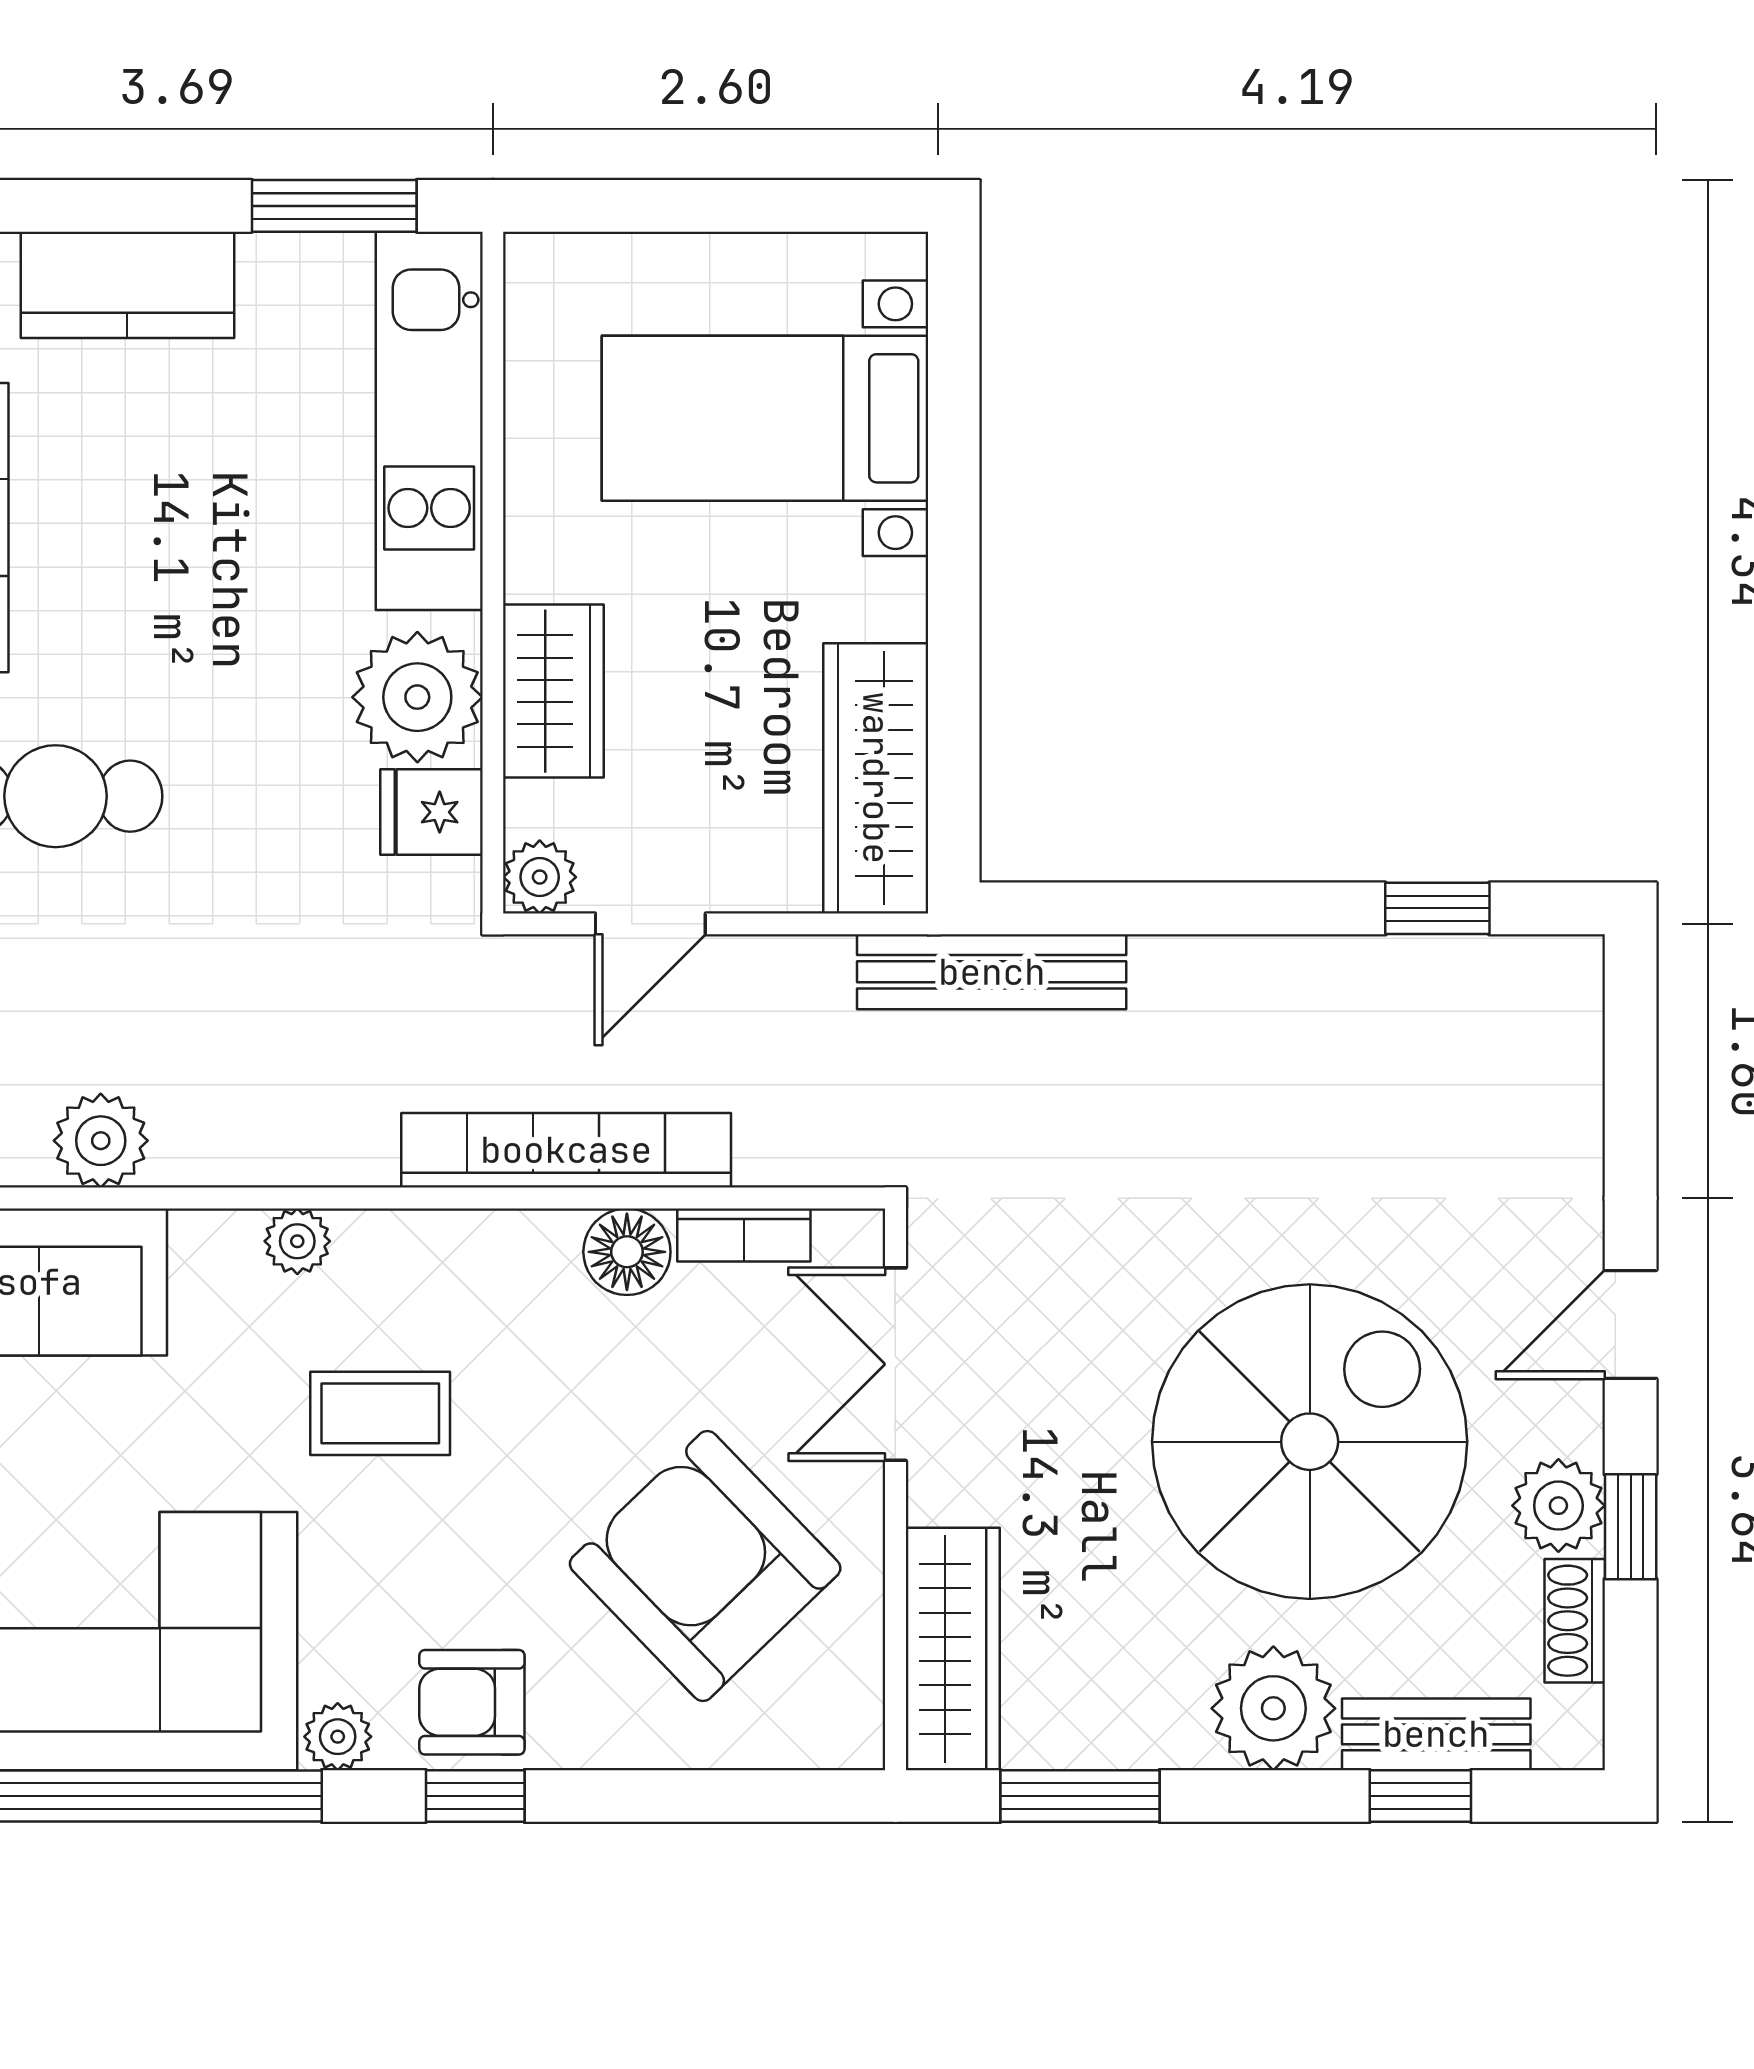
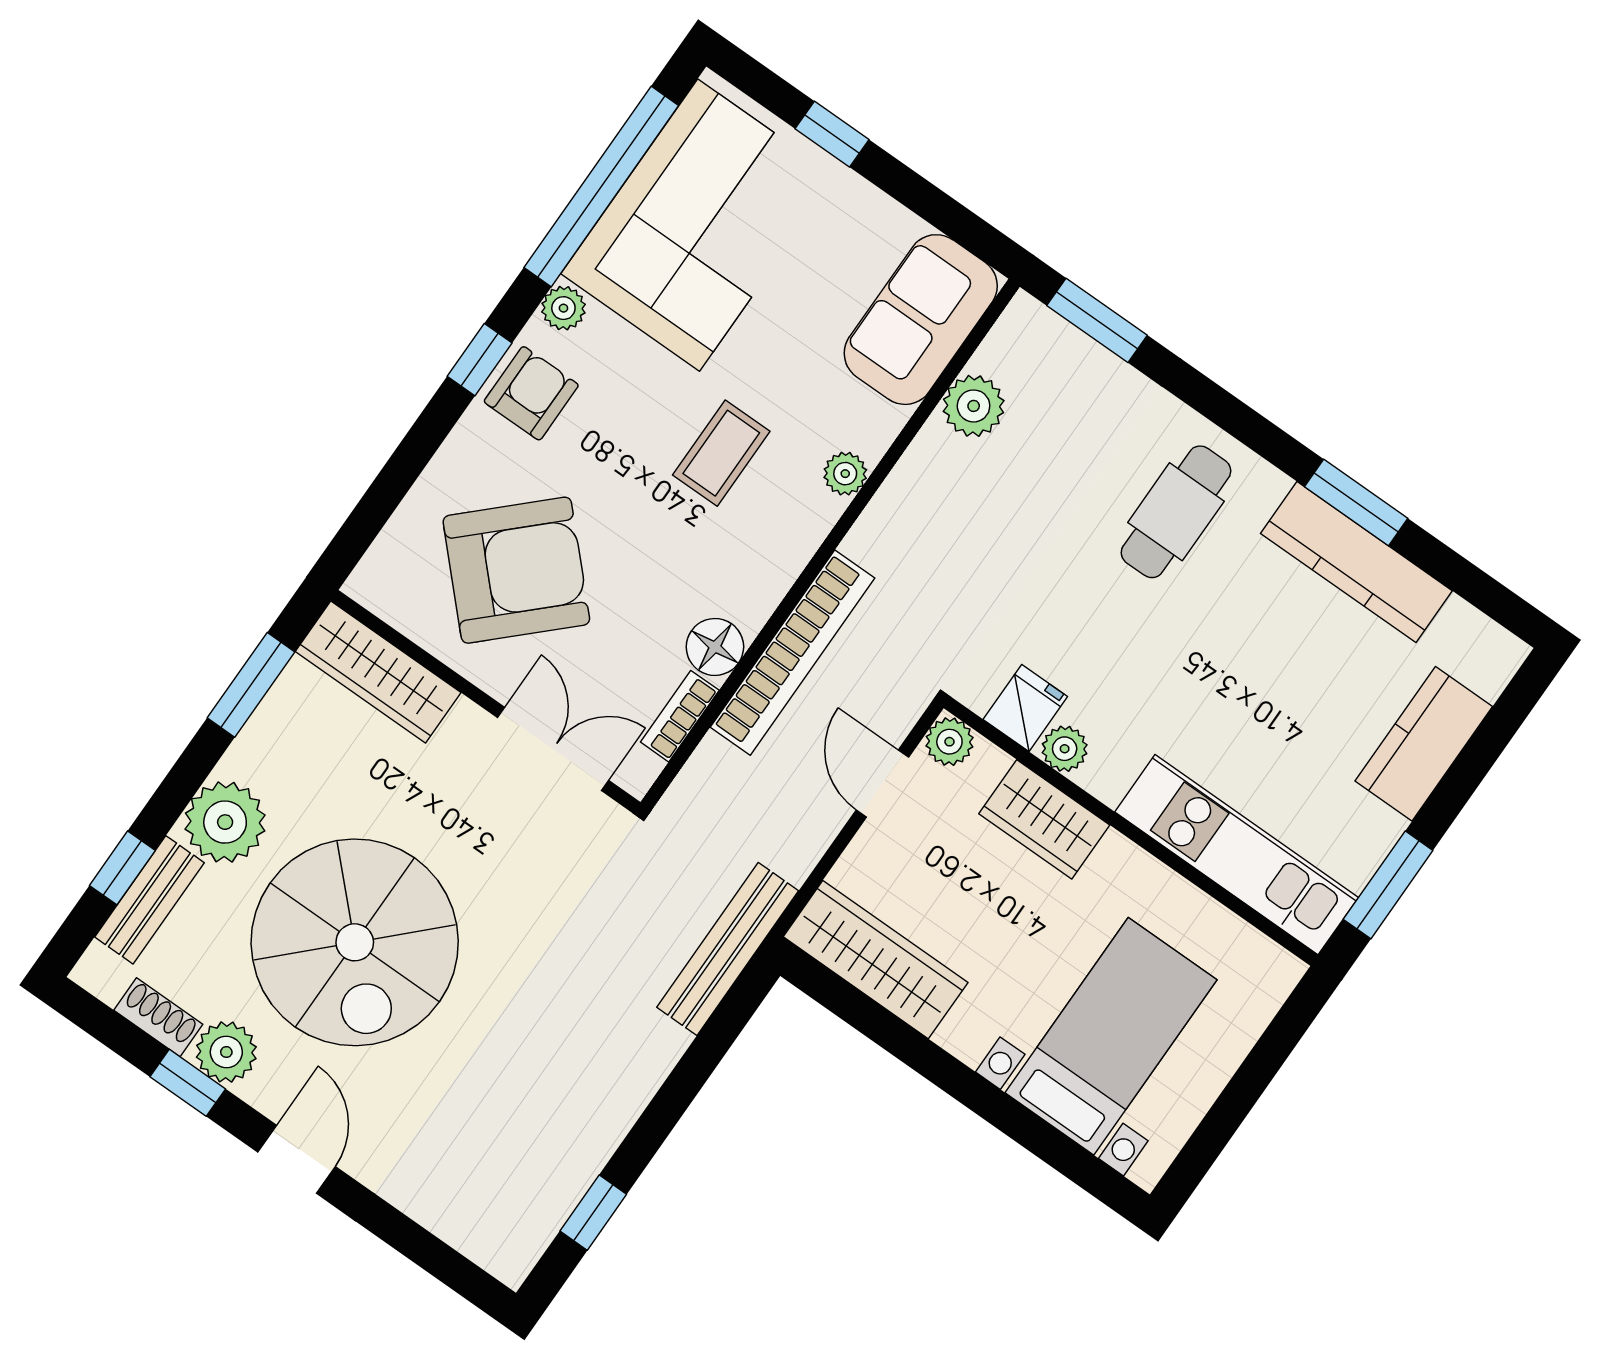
plant: (417, 697) -> (1065, 749), width x0.53, depth x0.53

